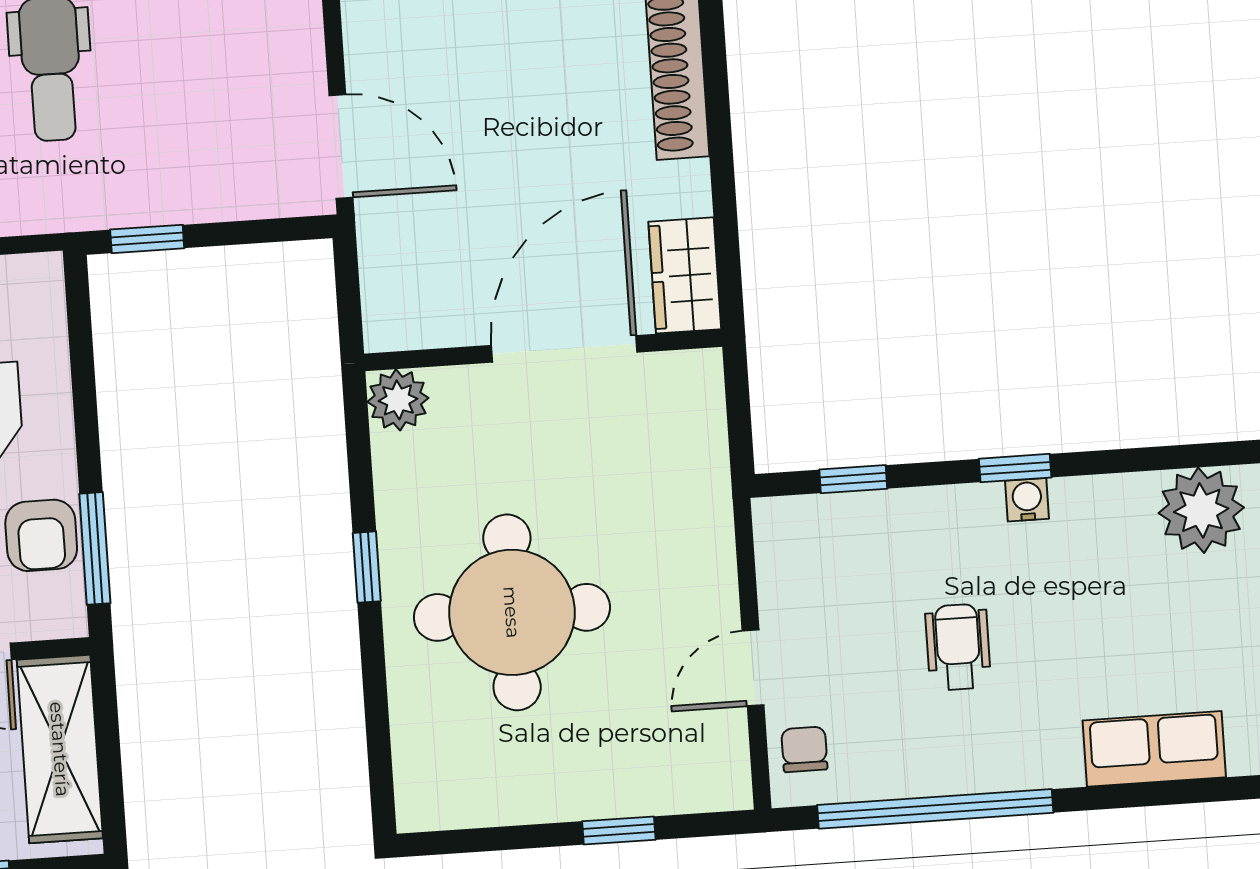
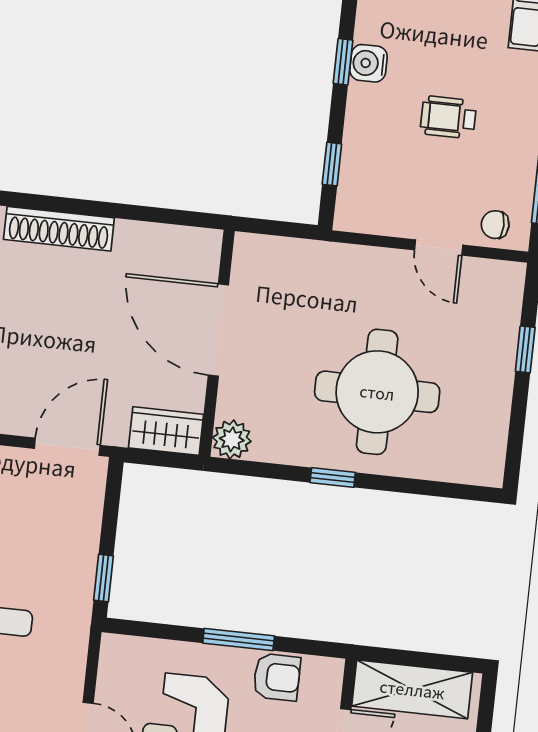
wardrobe: (685, 275) -> (166, 431), moved, turned 180
water cooler: (1027, 500) -> (368, 63), width x1.38, depth x1.38
window: (95, 548) -> (239, 639), moved

